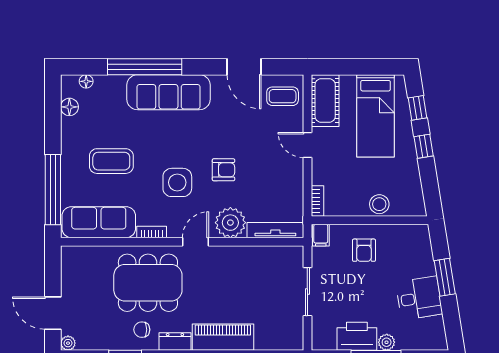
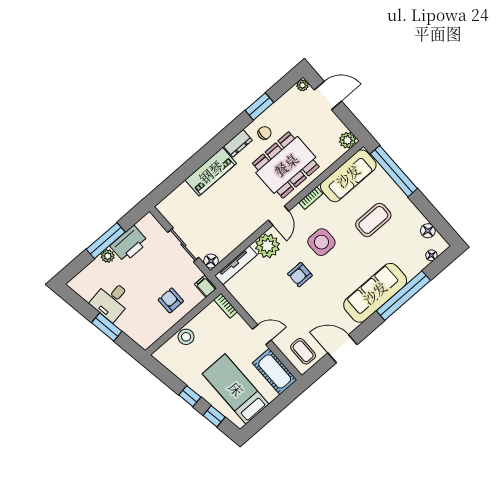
coffee table: (283, 96) -> (303, 351), turned 90
floor lamp: (295, 254) -> (211, 261), added
plant: (71, 256) -> (347, 140), added

